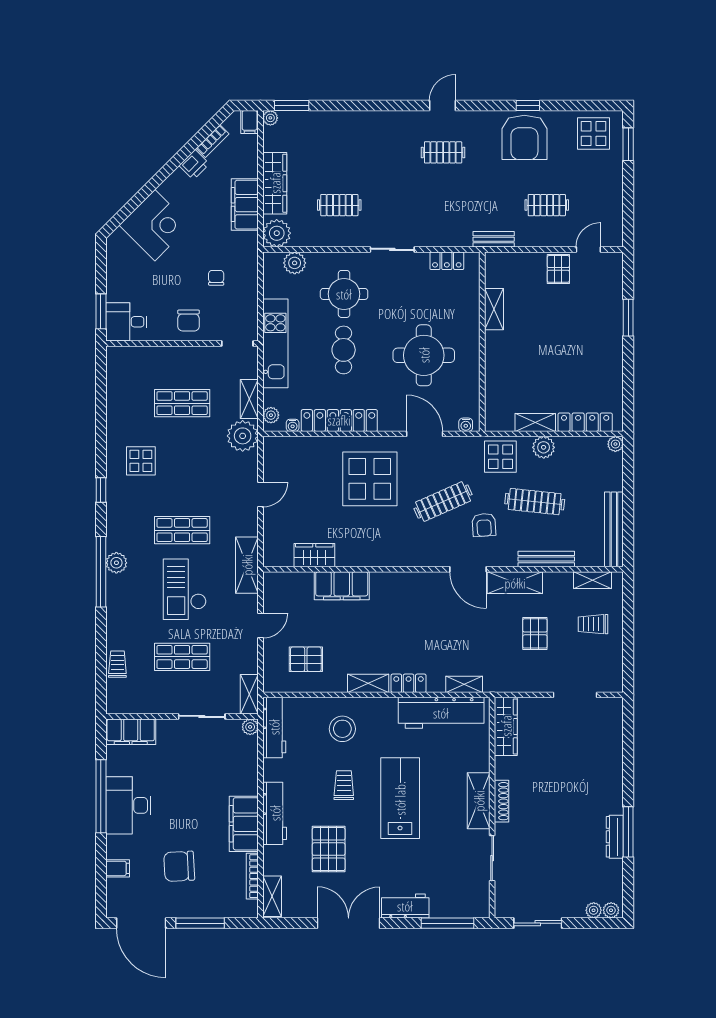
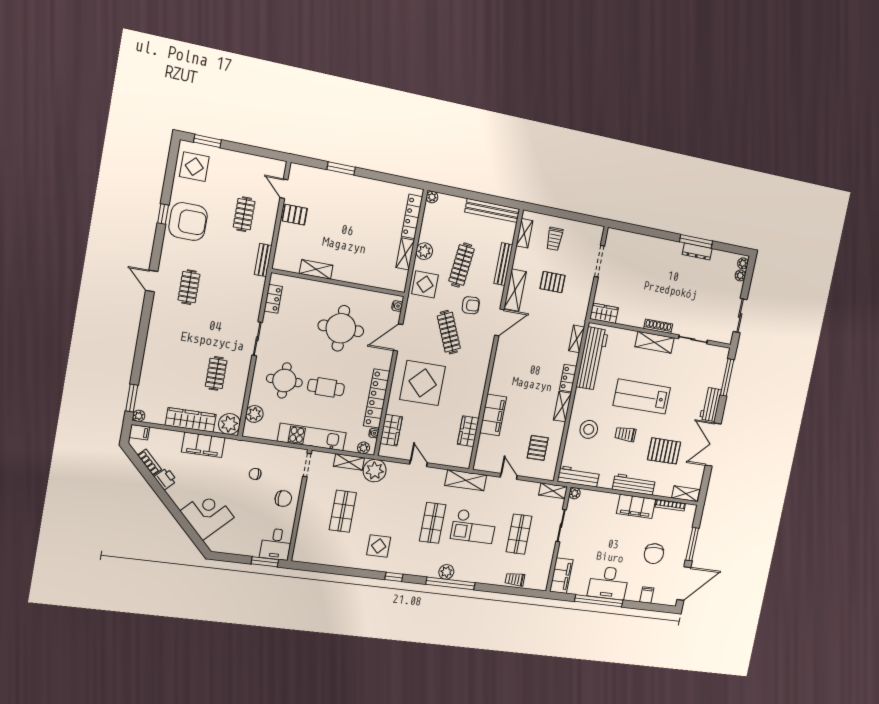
wardrobe: (300, 448) -> (391, 430), added
wardrobe: (506, 726) -> (604, 313), width x0.67

